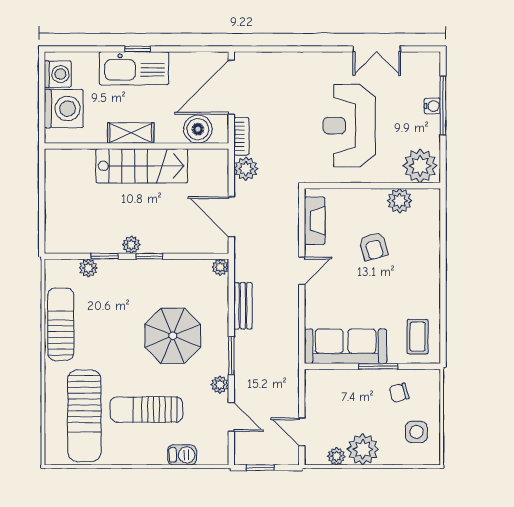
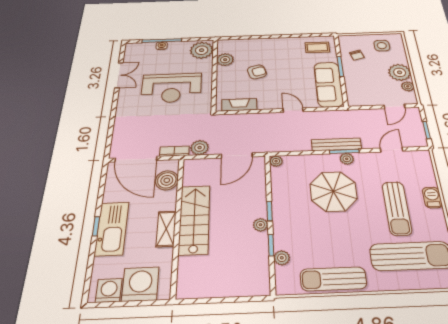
door: (302, 271) -> (293, 110), moved
bench: (243, 306) -> (336, 144), moved, width x1.36
plant: (220, 385) -> (347, 159), moved
barbecue: (182, 455) -> (432, 198), moved

